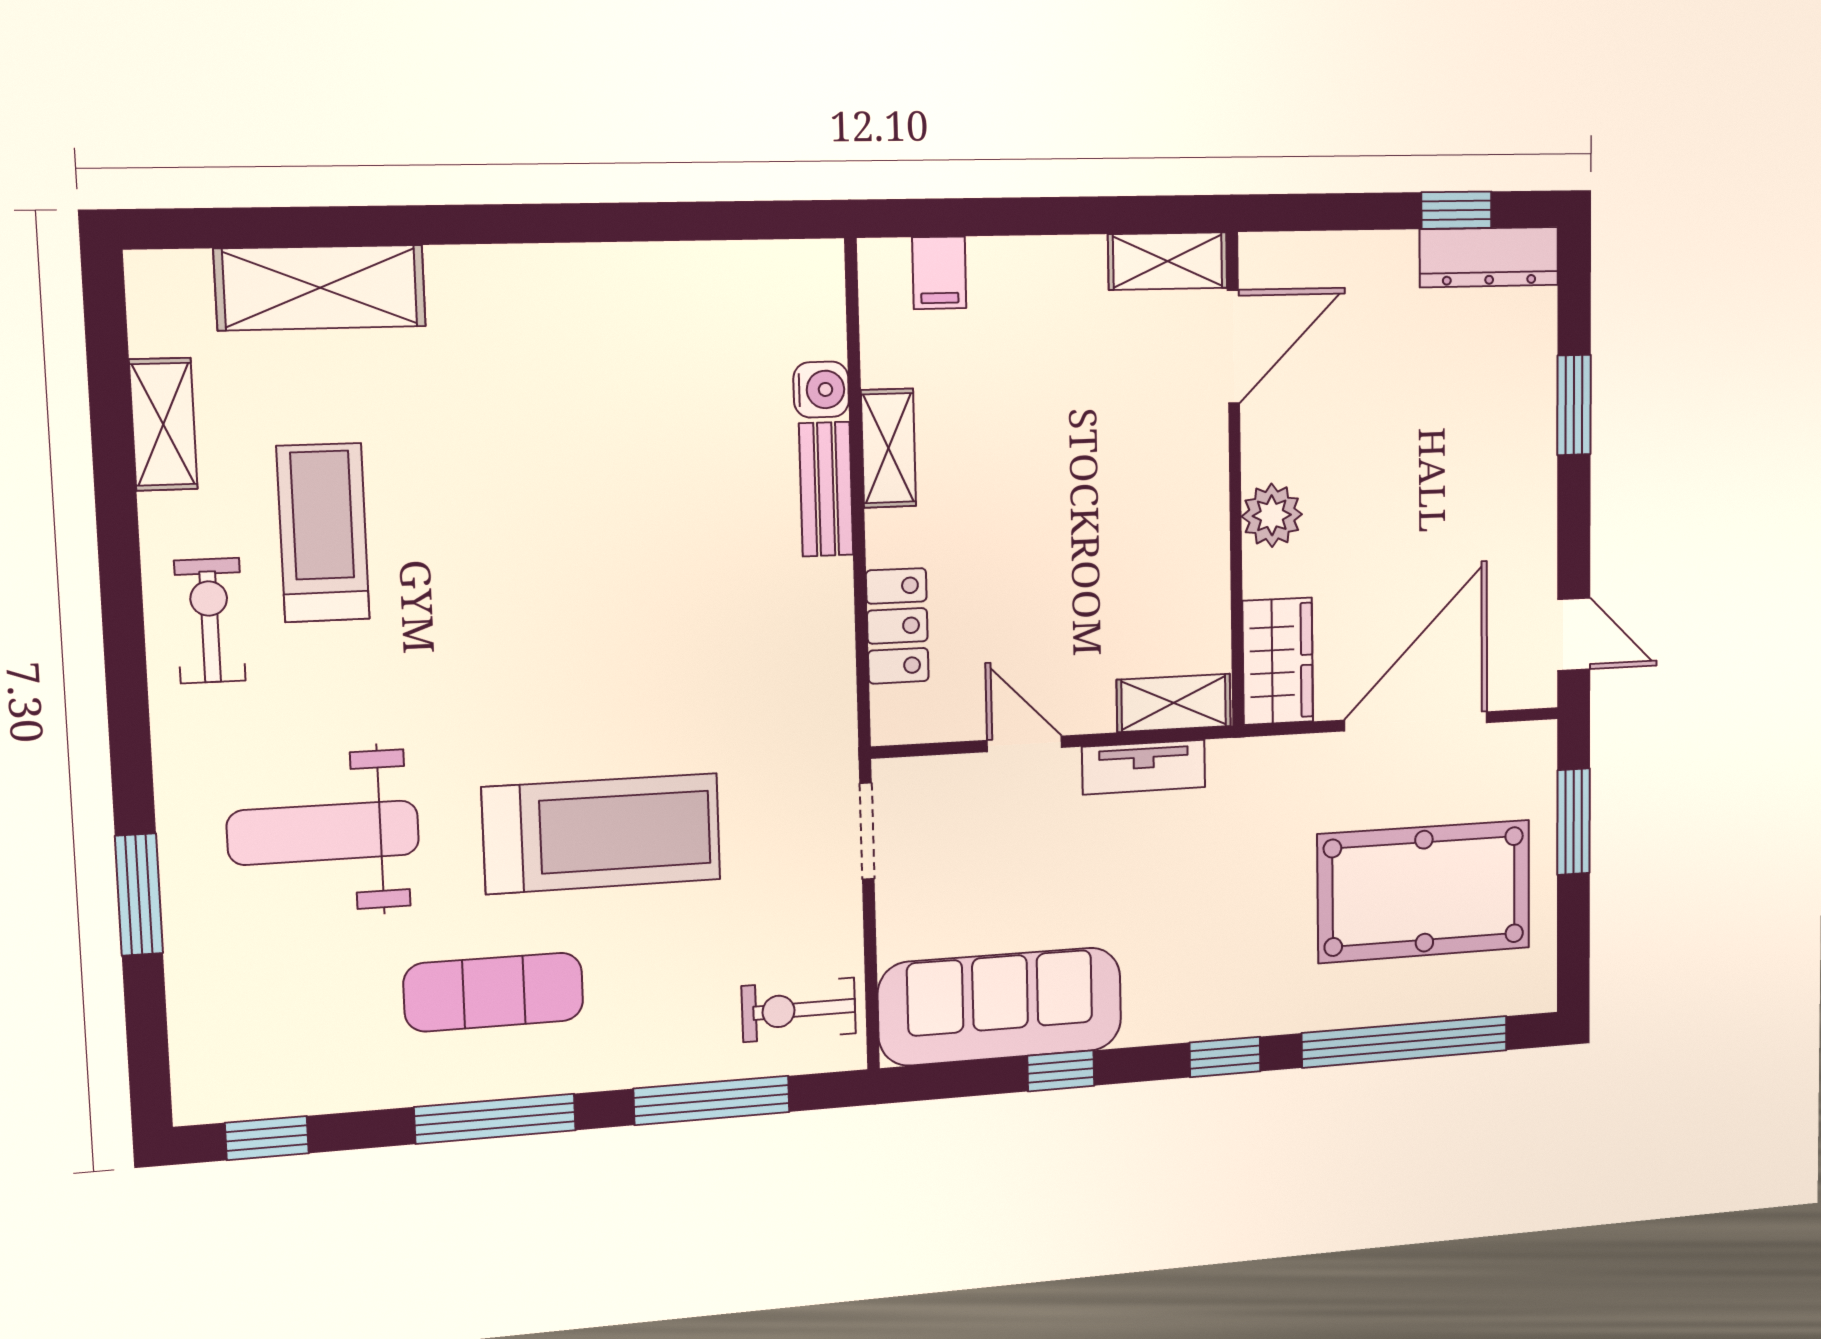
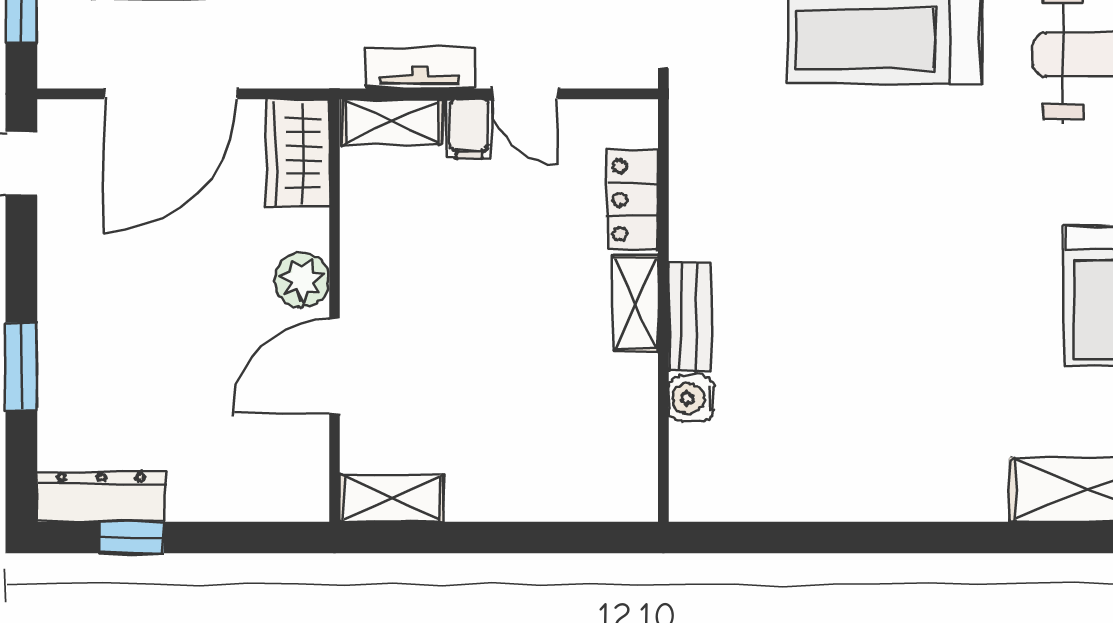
filing cabinet: (939, 273) -> (469, 129), moved, turned 180
door: (1233, 347) -> (335, 366), moved
shelving: (888, 448) -> (636, 303), moved

